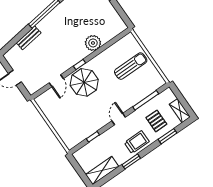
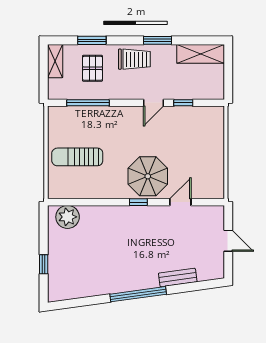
plant: (93, 43) -> (68, 217), moved
door: (119, 119) -> (154, 103), moved
trolley: (137, 142) -> (134, 59), turned 180

